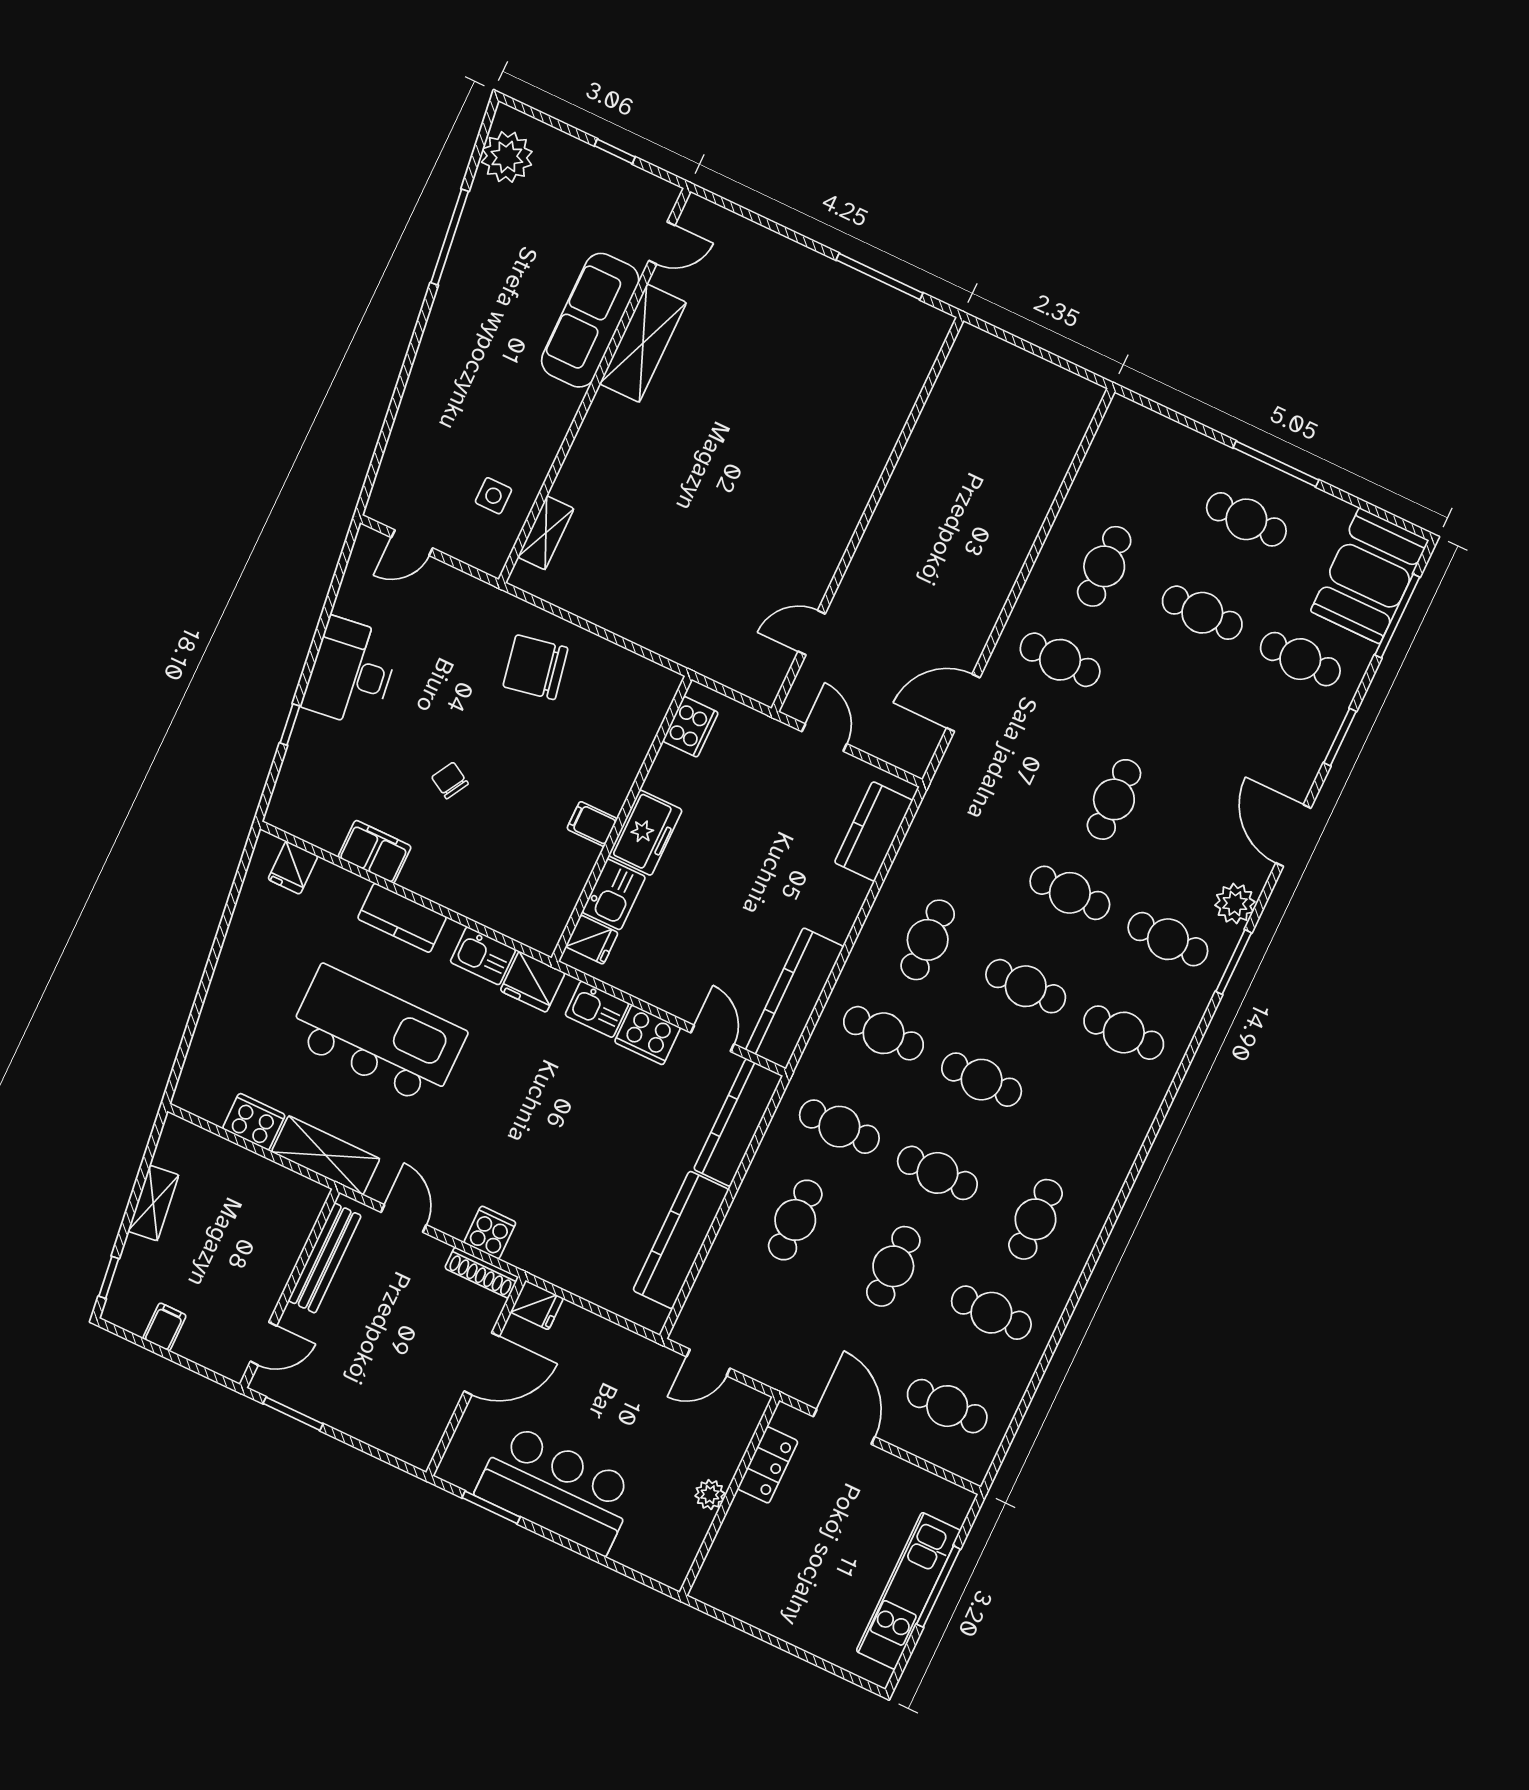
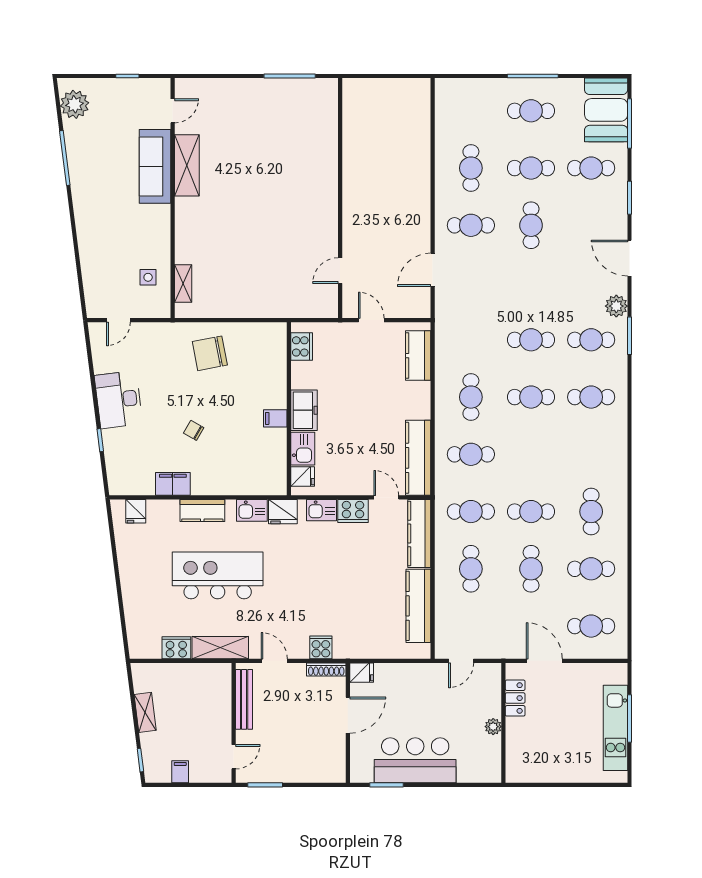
cafe table: (1114, 799) -> (531, 225), moved
cafe table: (982, 1080) -> (531, 454), removed

